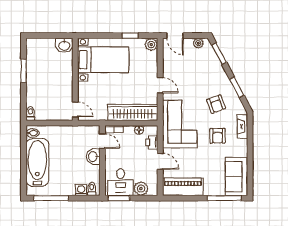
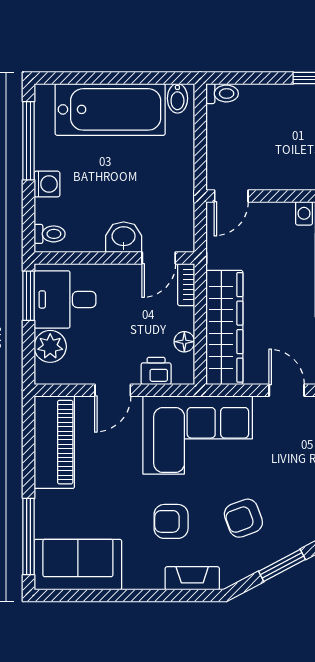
door: (160, 85) -> (287, 390), swing flipped
washing machine: (81, 190) -> (47, 184), moved

